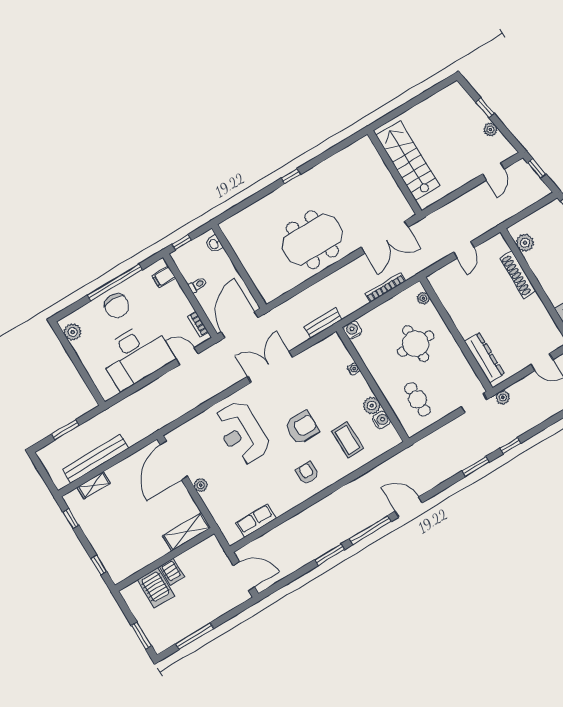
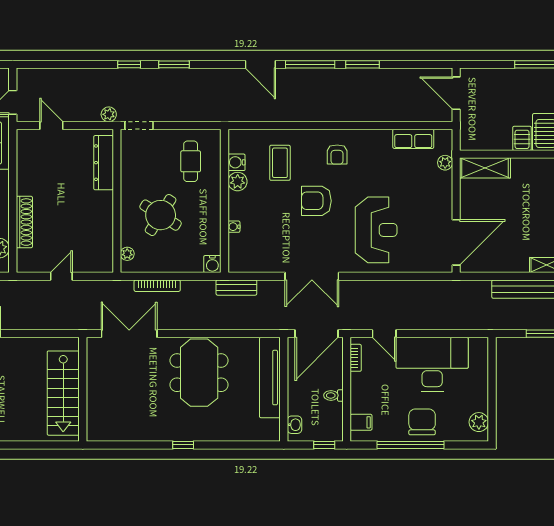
meeting table: (312, 240) -> (199, 373), turned 90
tv unit: (255, 269) -> (270, 378), added
round table: (416, 344) -> (161, 215), turned 32
plant: (201, 485) -> (445, 163), moved

